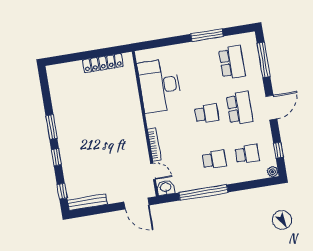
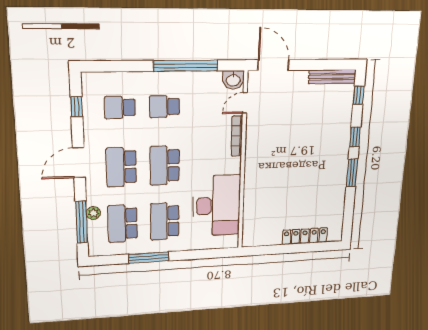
locker: (103, 63) -> (305, 236), moved
school desk: (199, 68) -> (165, 221), added
school desk: (207, 114) -> (165, 166), width x1.85
door: (153, 171) -> (245, 103), hinge flipped
plant: (273, 172) -> (93, 213), moved

